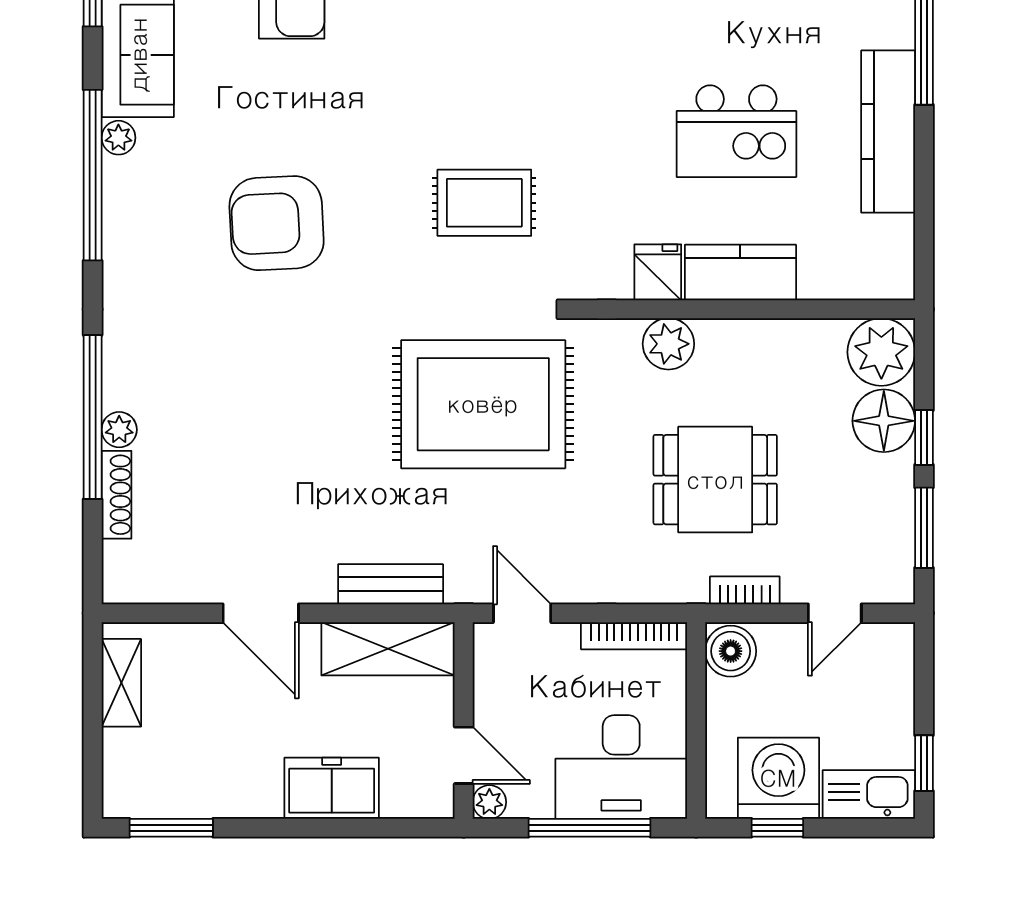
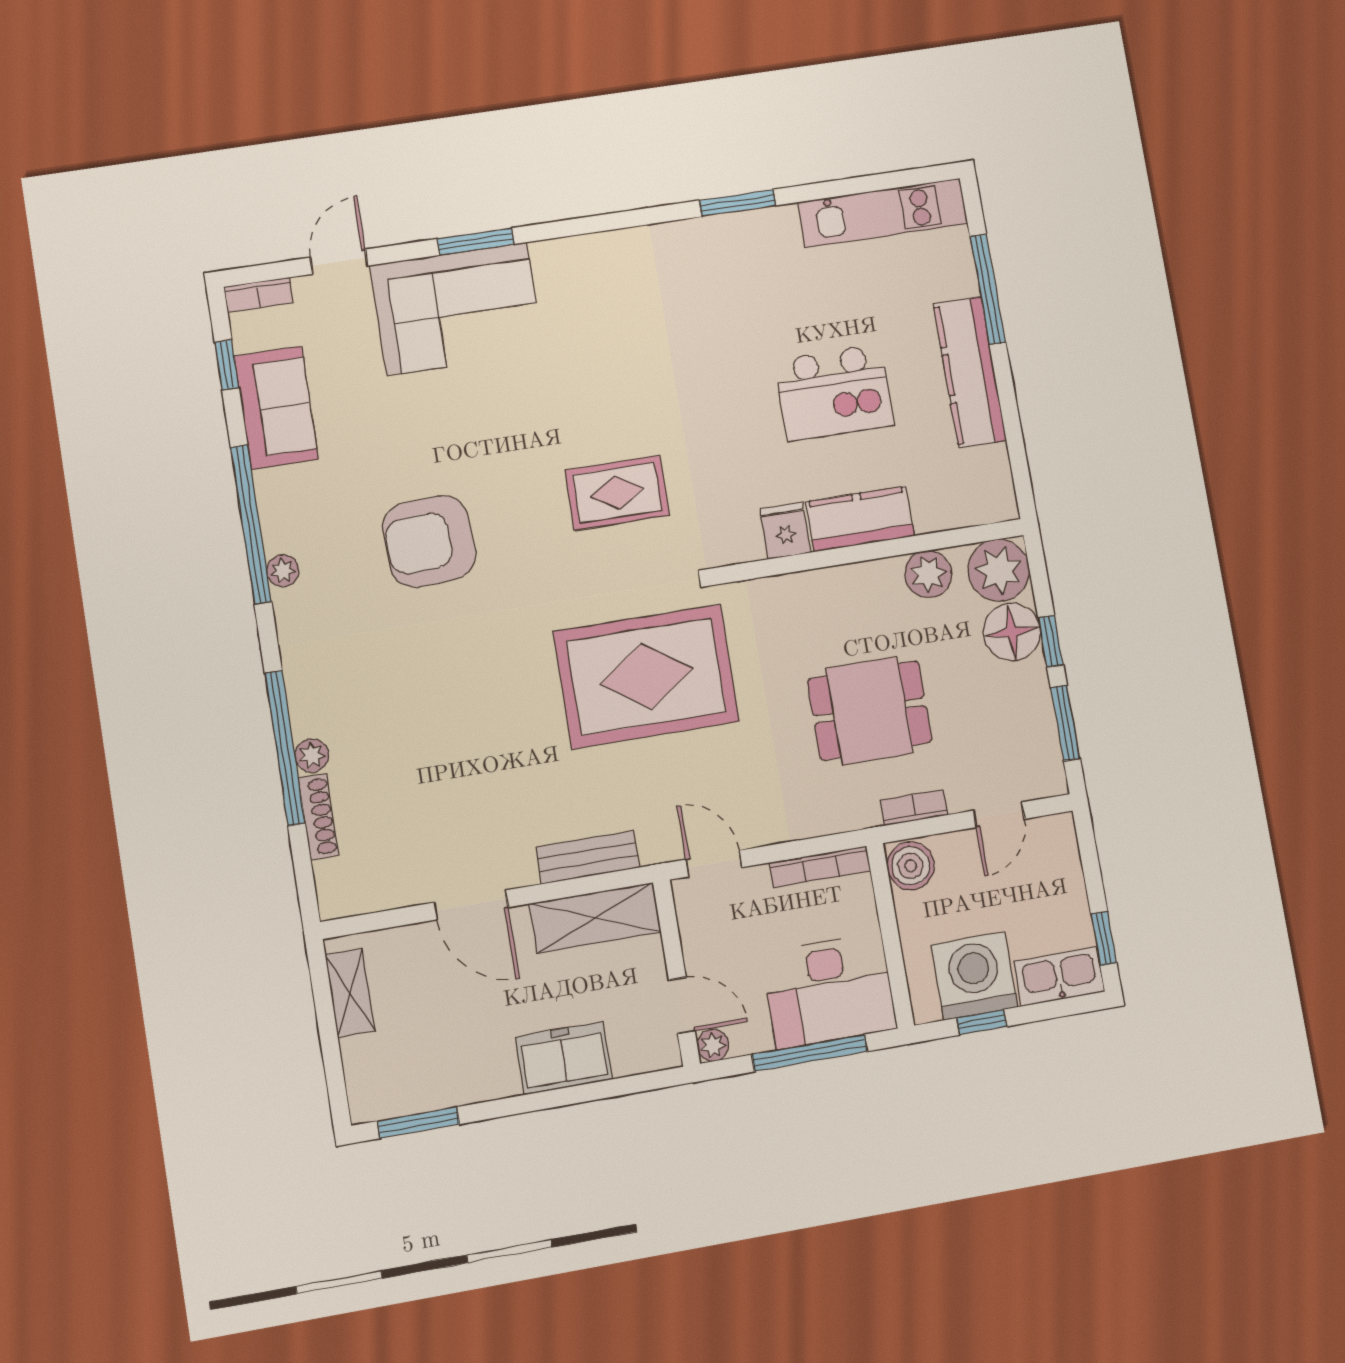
plant: (118, 138) -> (283, 571), moved
plant: (668, 344) -> (928, 574), moved

